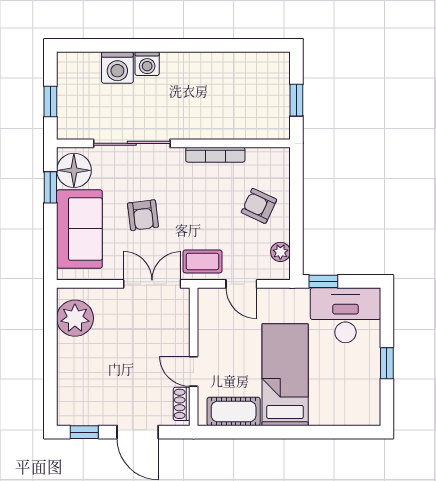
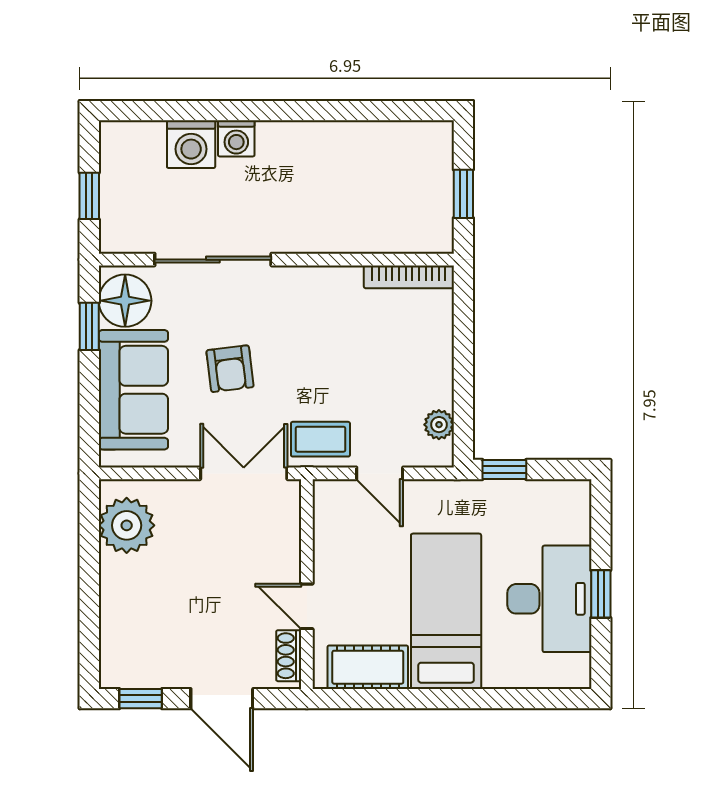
bookcase: (215, 155) -> (409, 277), moved
armchair: (259, 206) -> (406, 355), removed
desk: (345, 315) -> (549, 599), moved, turned 90

